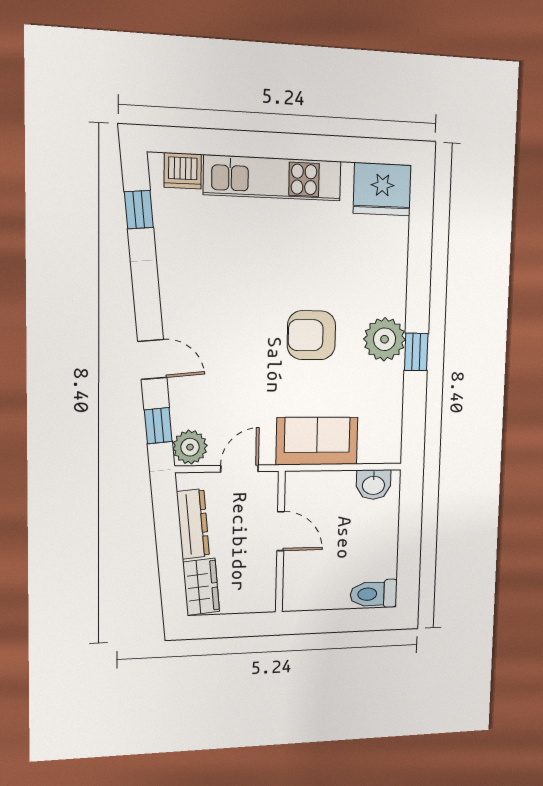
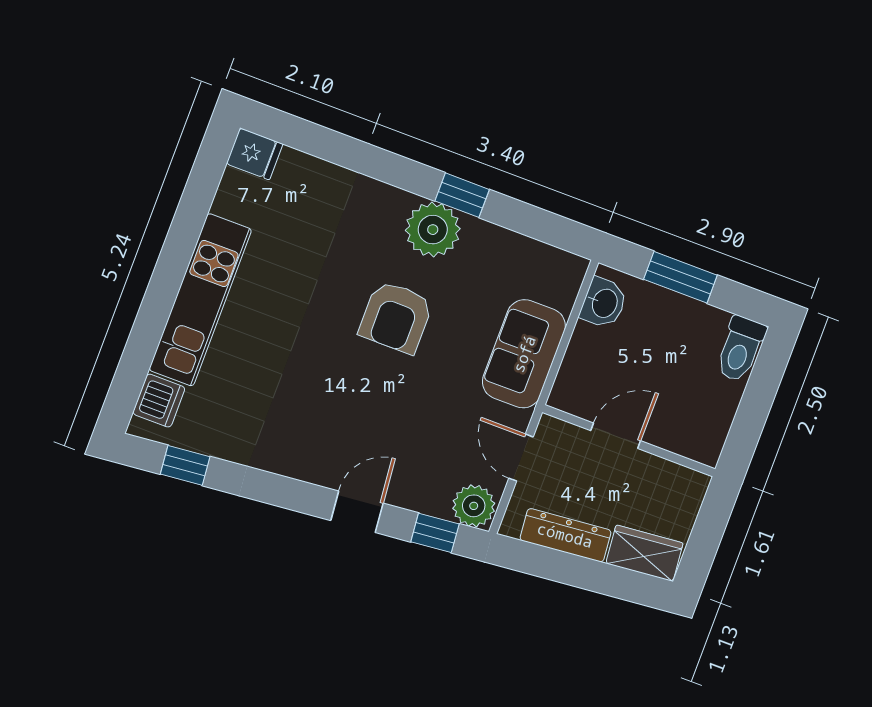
fridge: (382, 189) -> (255, 154), width x0.53, depth x0.75
window: (410, 532) -> (680, 277), added

